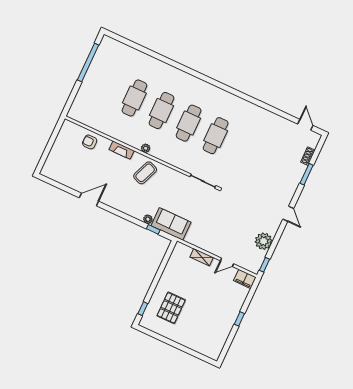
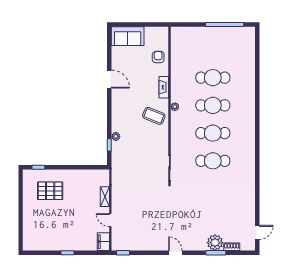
door: (288, 214) -> (175, 253), swing flipped
sofa: (171, 224) -> (128, 36), moved, turned 90
plant: (264, 241) -> (215, 243), moved

